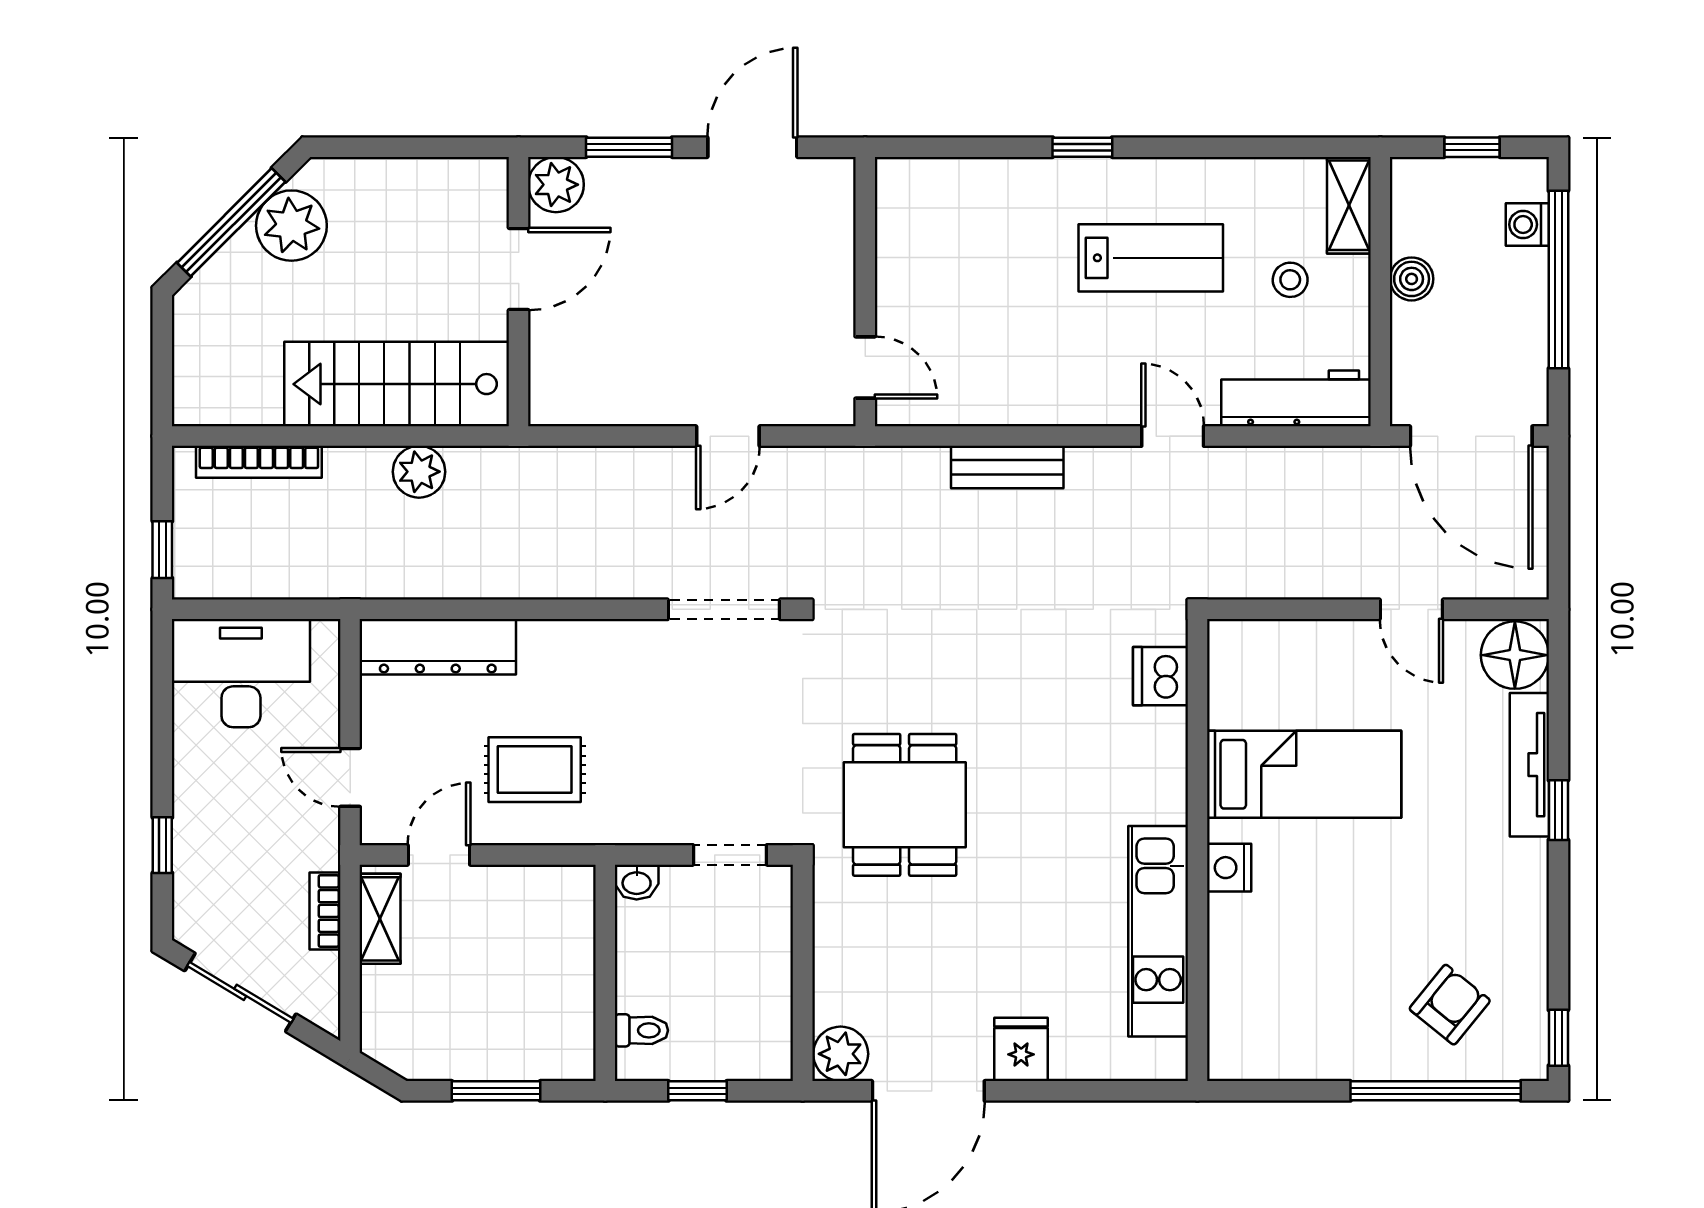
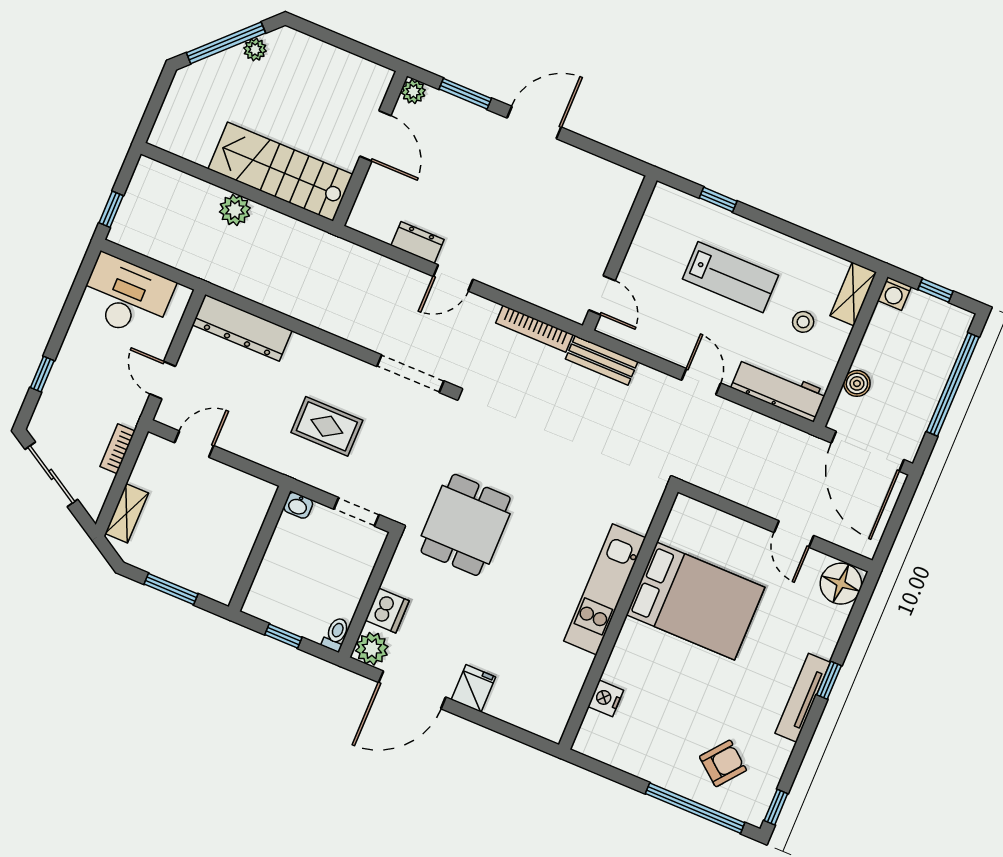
plant: (556, 185) -> (413, 92), width x0.73, depth x0.73
washing machine: (1527, 224) -> (894, 294), moved, turned -90
plant: (291, 226) -> (255, 49), width x0.53, depth x0.53
door: (519, 269) -> (375, 136), hinge flipped
boiler: (1412, 279) -> (857, 383), moved
wall: (865, 292) -> (620, 253), moved
door: (865, 368) -> (602, 295), moved
dresser: (651, 405) -> (418, 242), added
bookcase: (259, 462) -> (534, 329), moved
plant: (419, 472) -> (235, 210), moved
dishwasher: (1160, 676) -> (387, 611), moved, turned 180
tv unit: (1529, 765) -> (803, 698), moved
rug: (535, 770) -> (327, 426), moved
bed: (1304, 774) -> (695, 601), width x1.50
nightstand: (1229, 868) -> (606, 698), moved
shelving: (380, 919) -> (127, 513), moved
kitchen unit: (1158, 931) -> (605, 589), moved
toilet: (641, 1030) -> (336, 634), moved, turned -90

